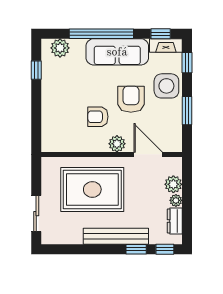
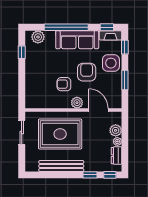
sliding door: (36, 214) -> (22, 133), moved
bench: (116, 236) -> (61, 166), moved

